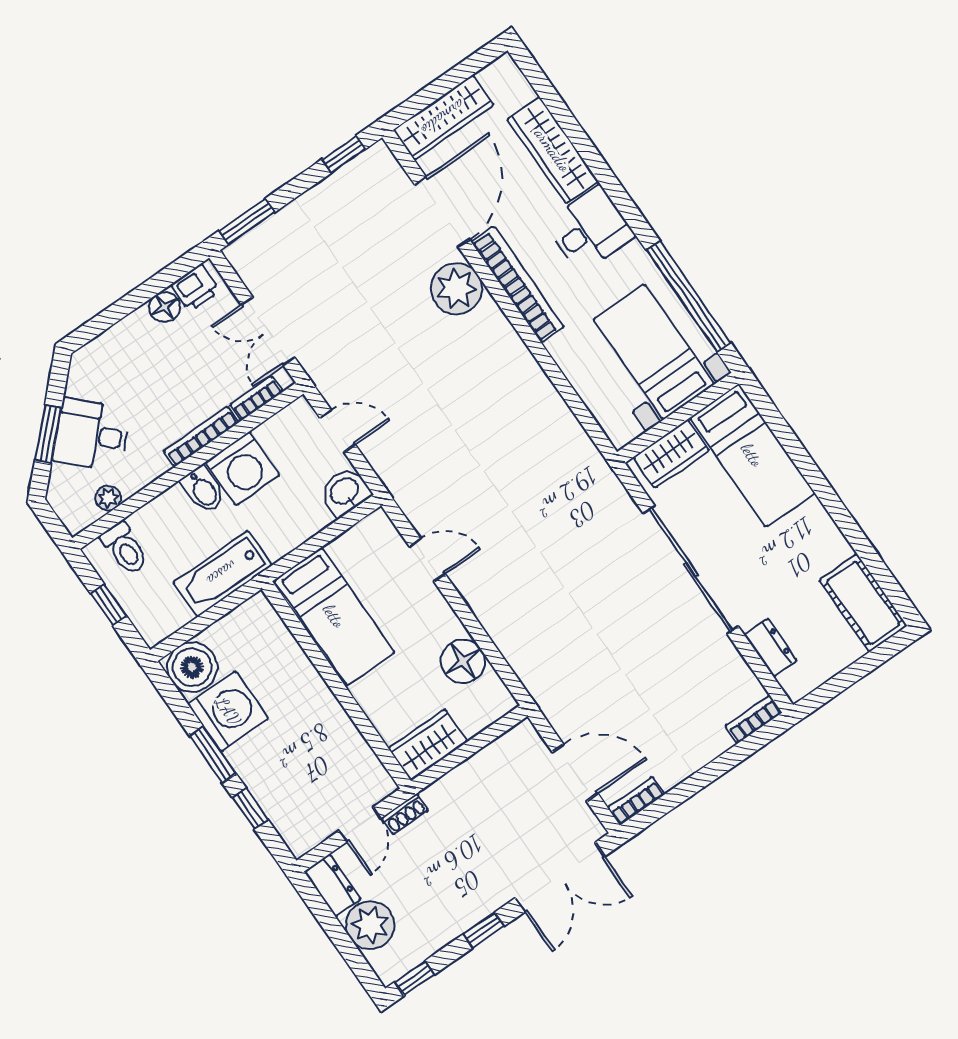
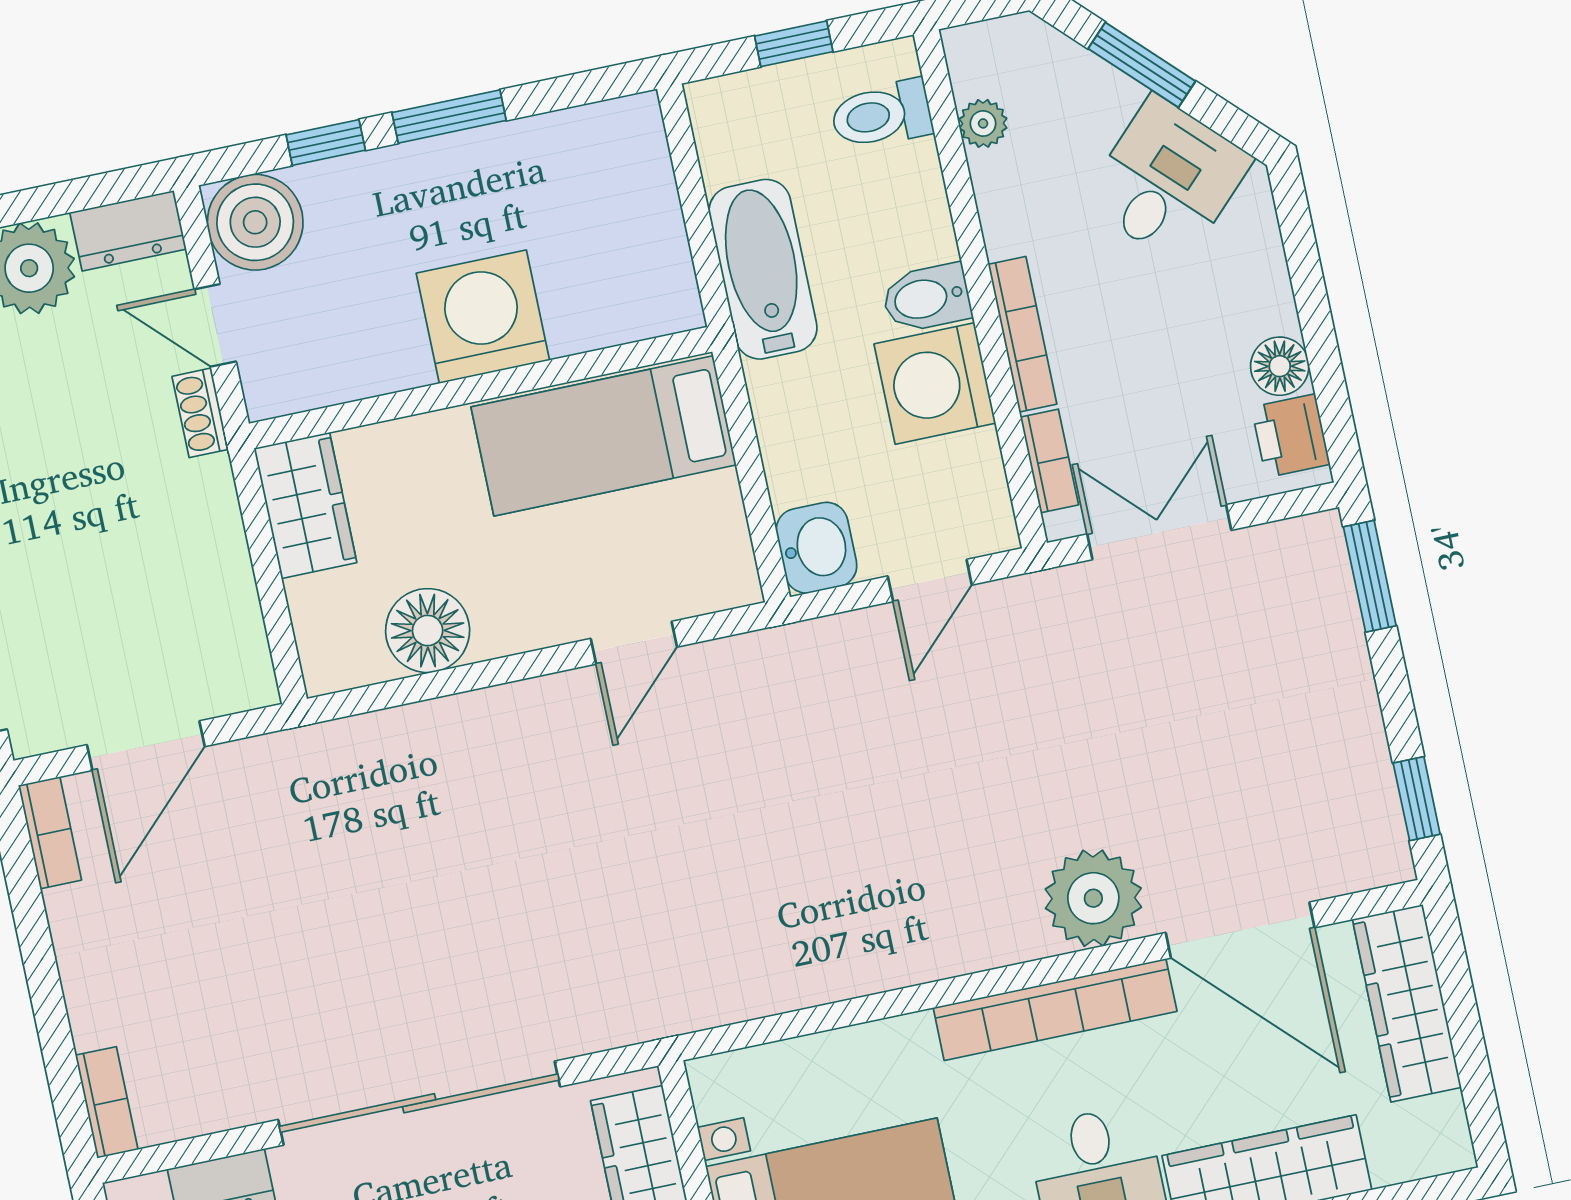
desk: (92, 435) -> (1167, 180), moved
boiler: (192, 667) -> (255, 222), moved
washing machine: (228, 711) -> (483, 317), moved, turned 180

